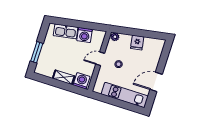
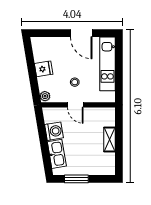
window: (37, 52) -> (76, 179), moved
washing machine: (82, 81) -> (107, 118), removed

